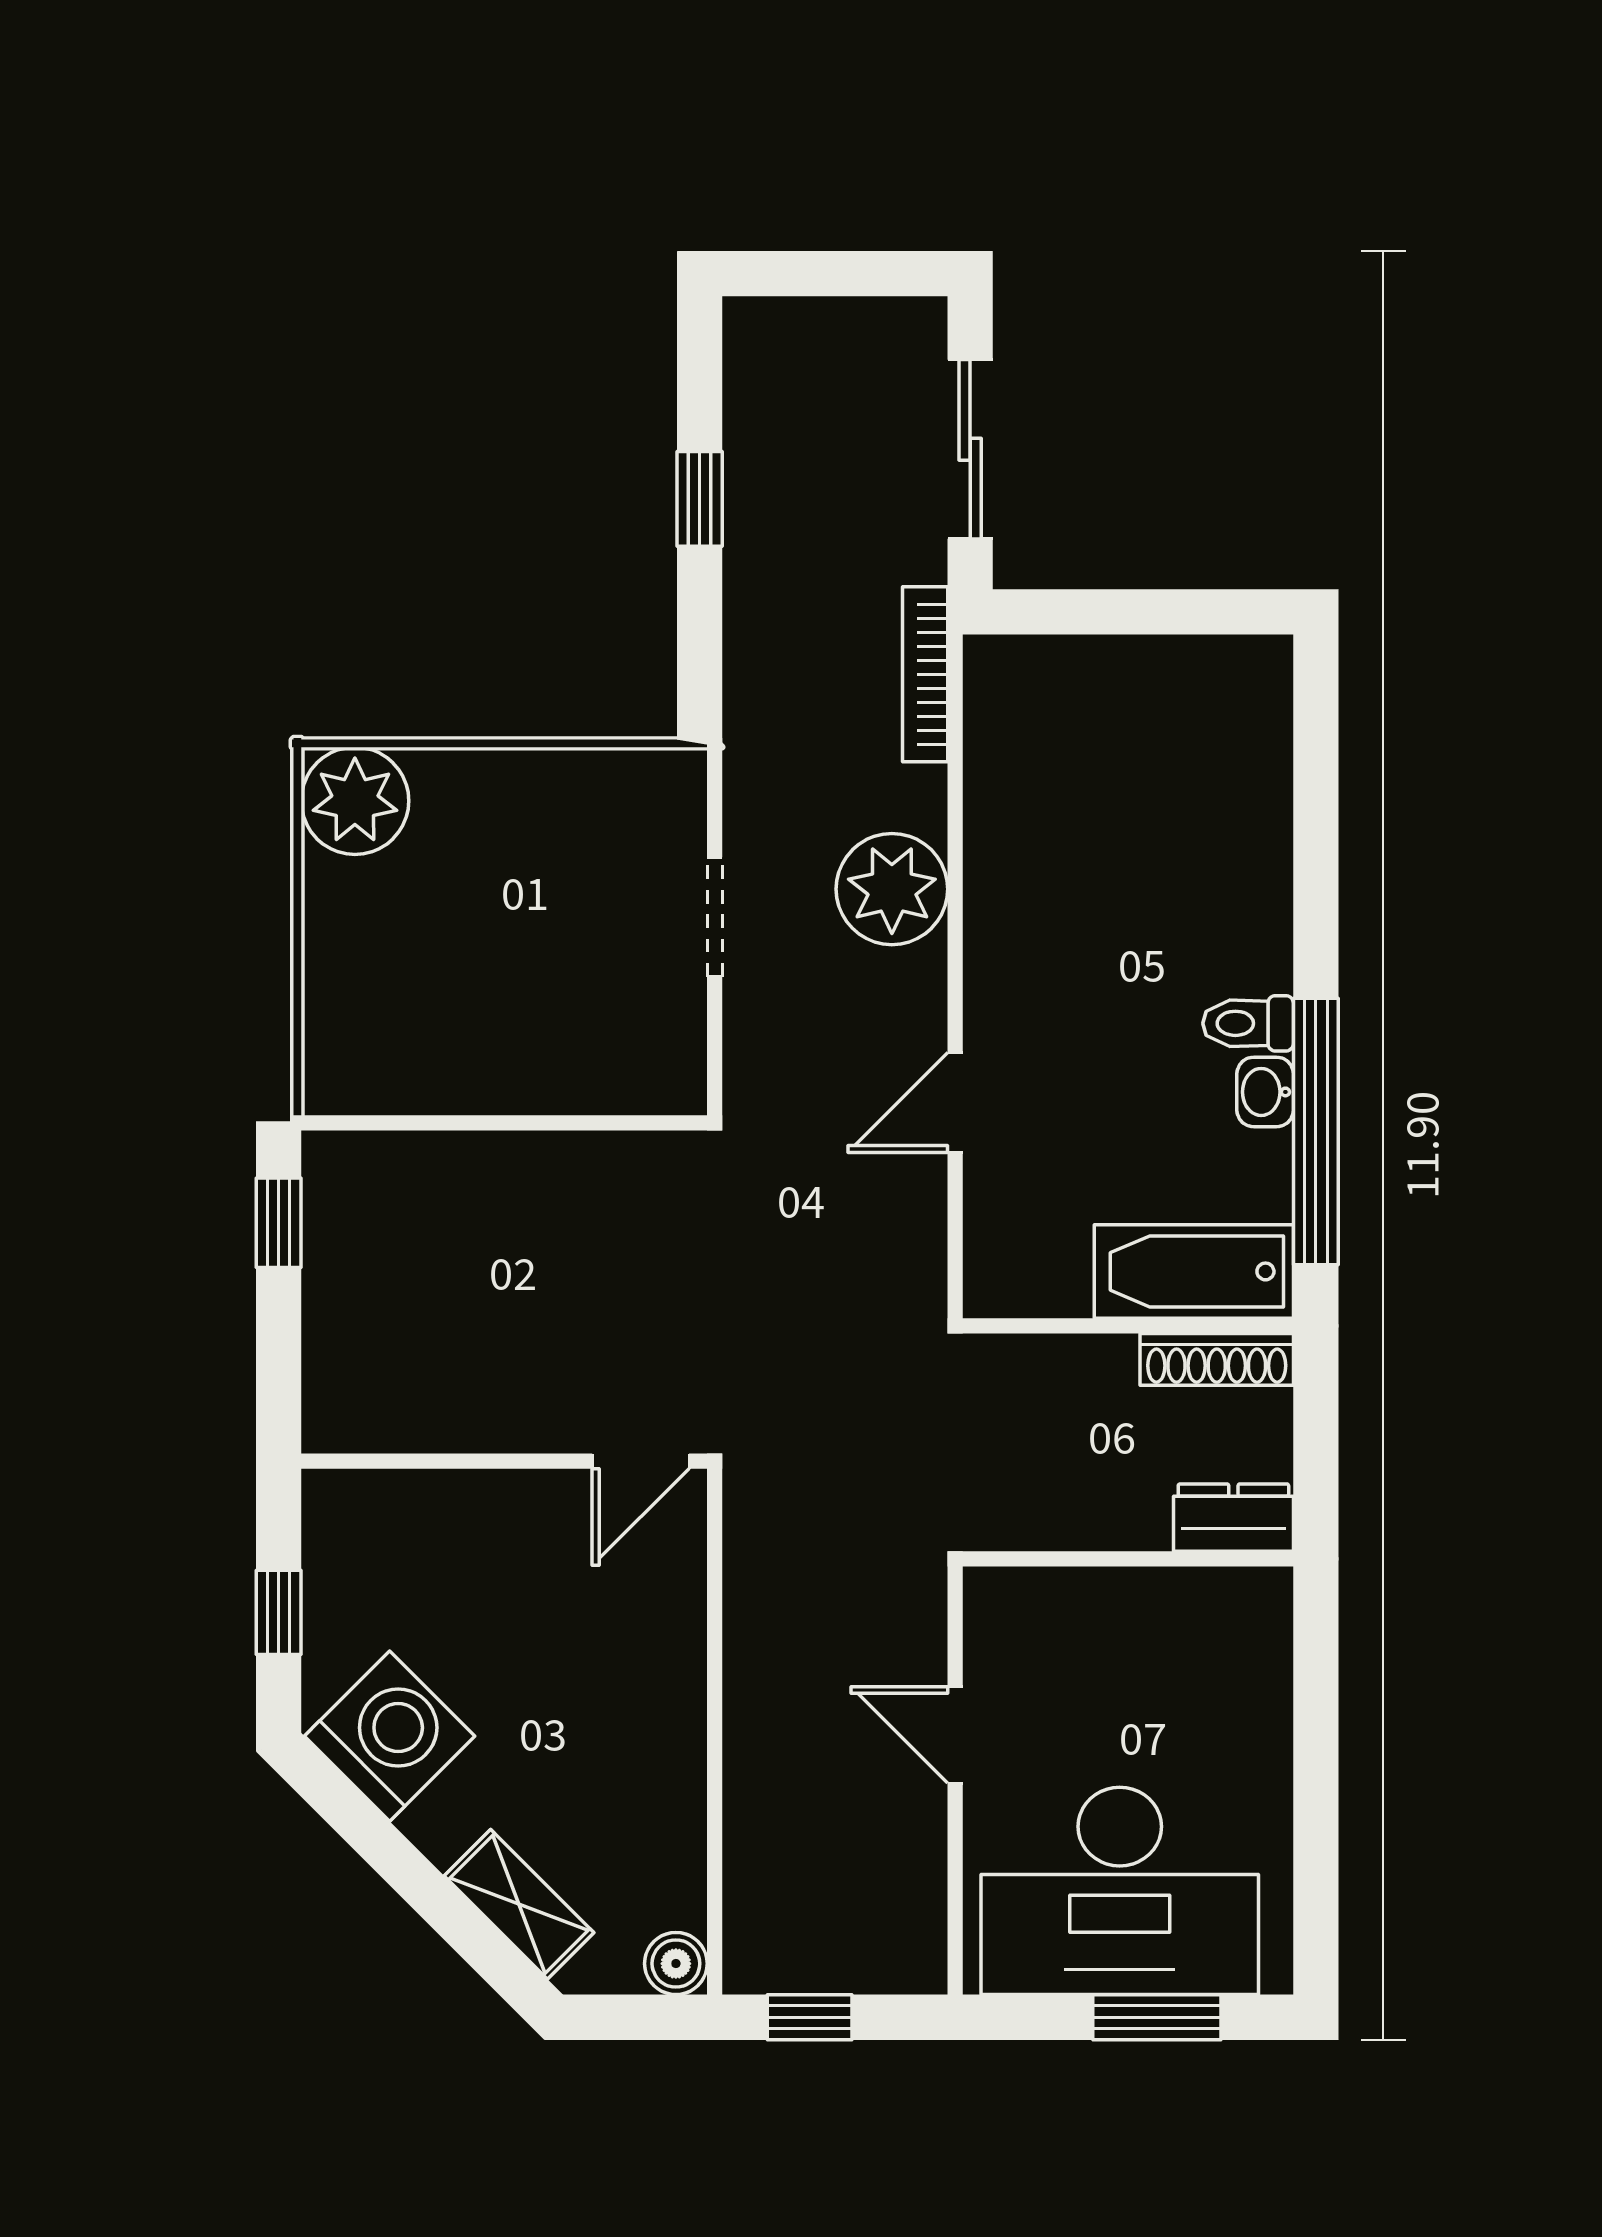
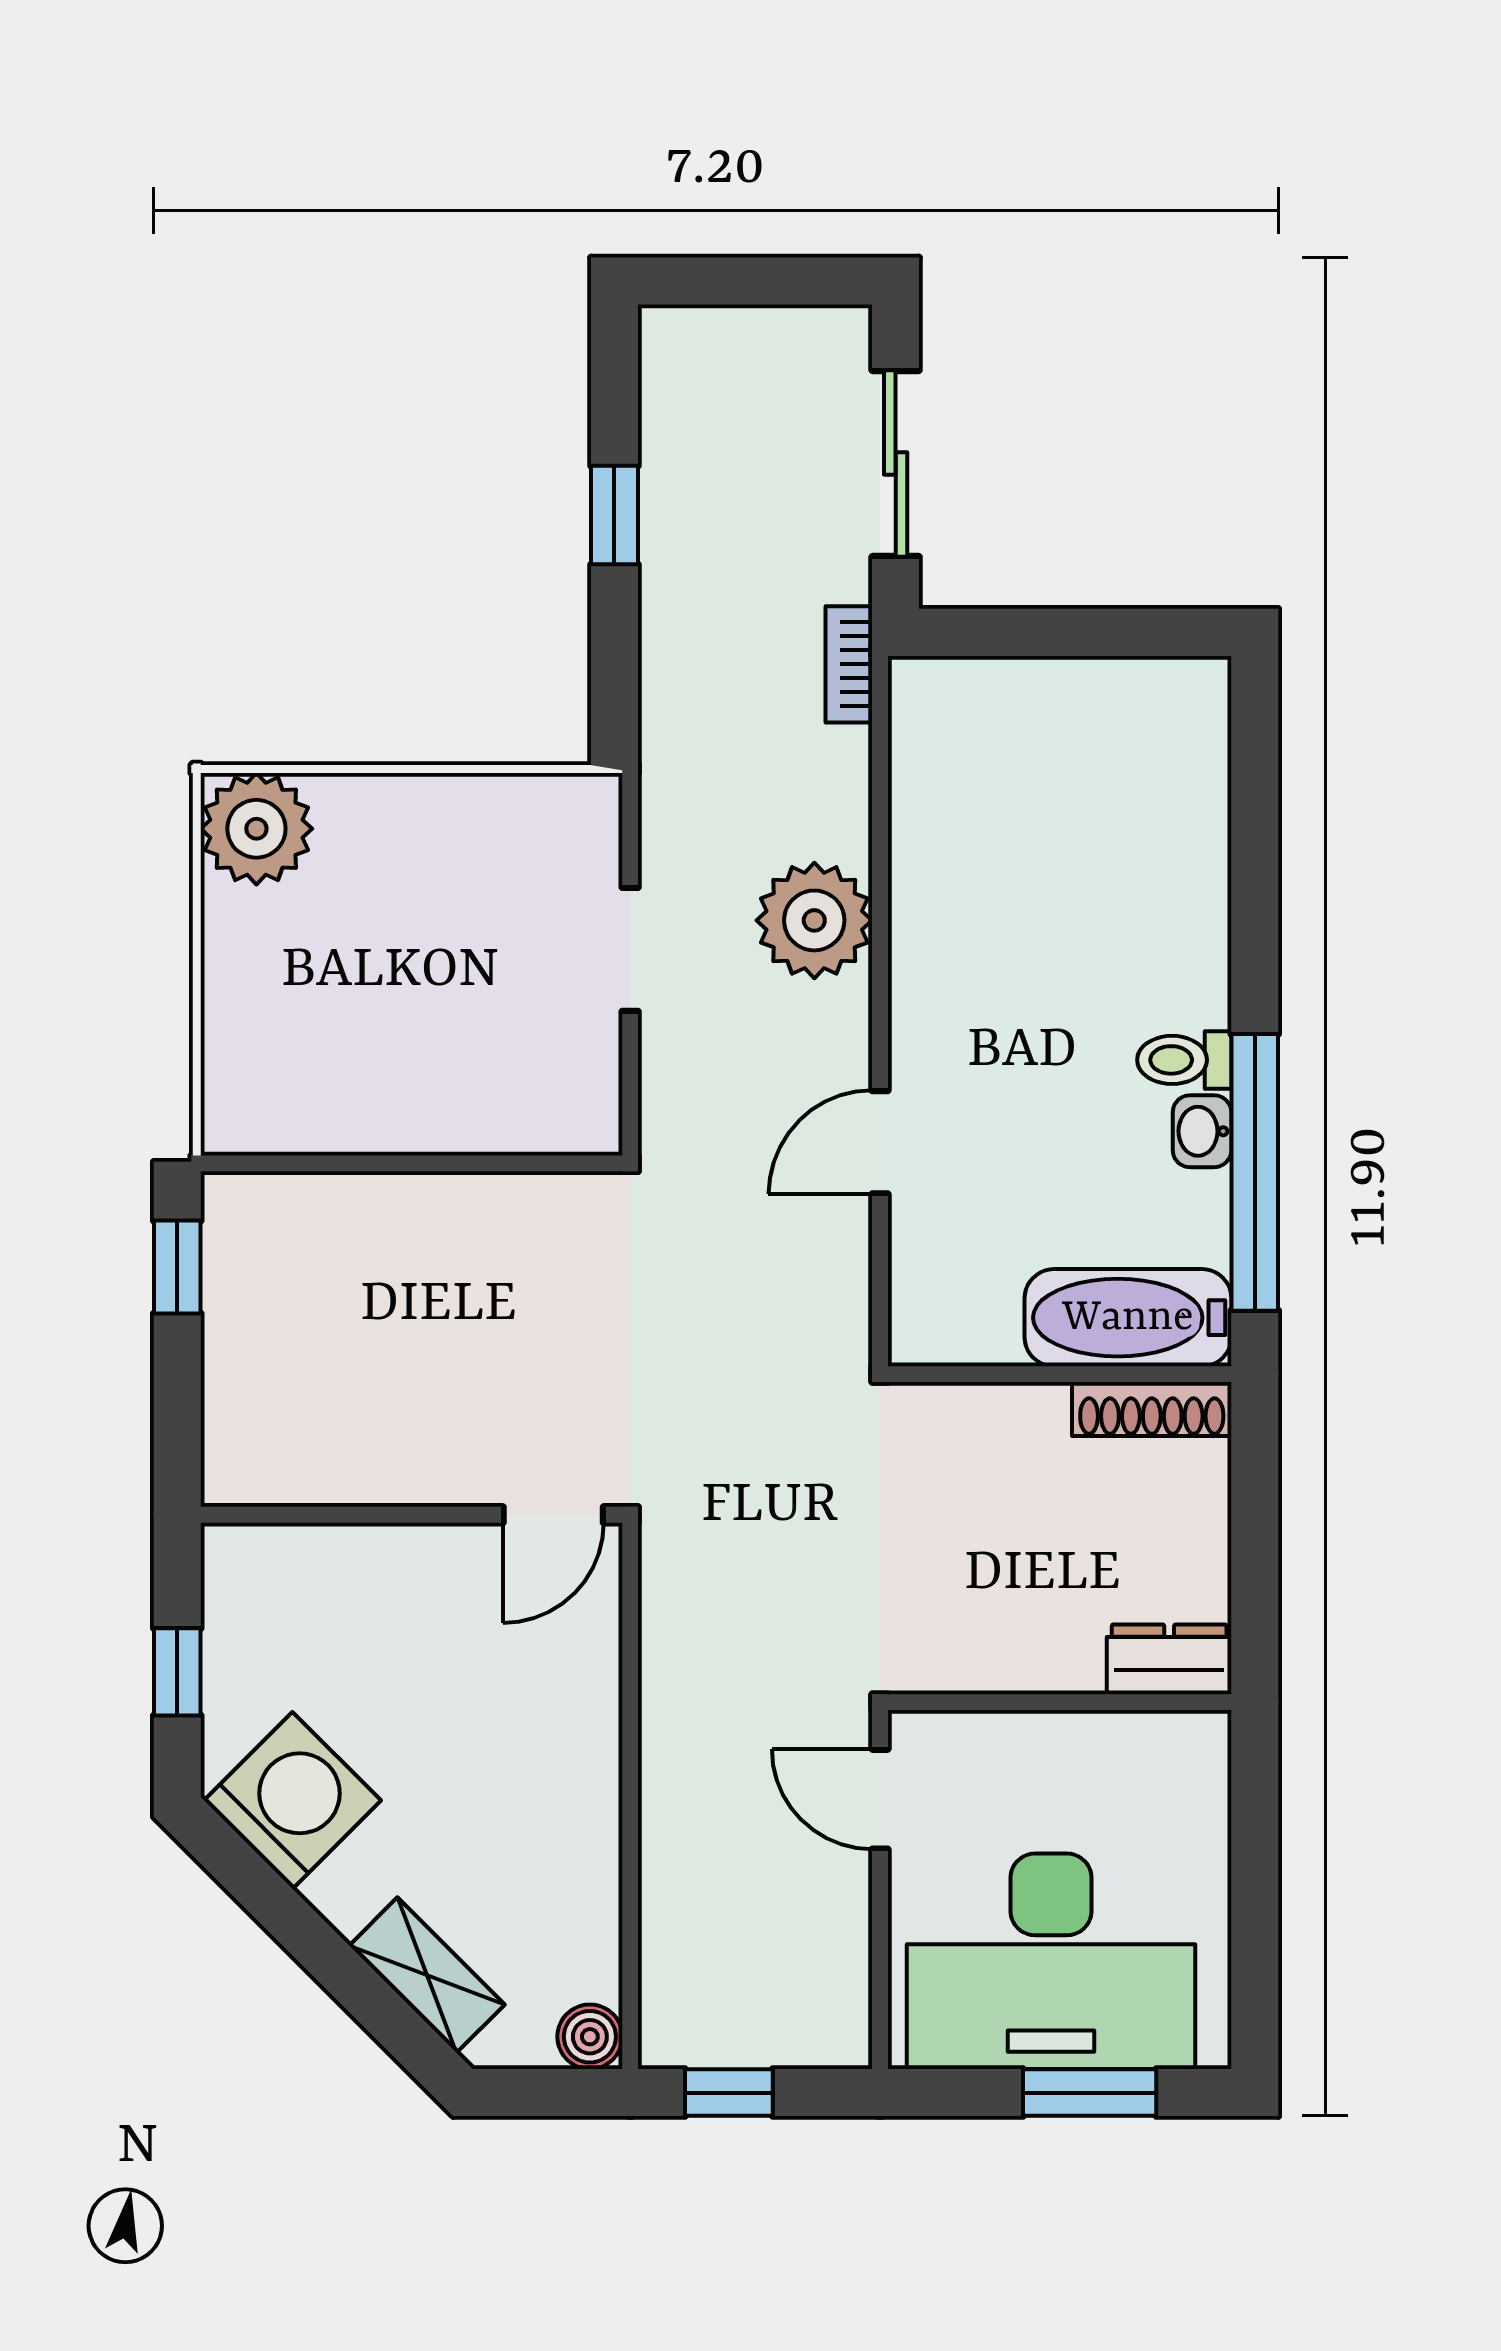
bookcase: (925, 674) -> (849, 664), width x0.64
dresser: (1233, 1518) -> (1169, 1659), moved
wall: (1128, 1559) -> (1060, 1702), moved

